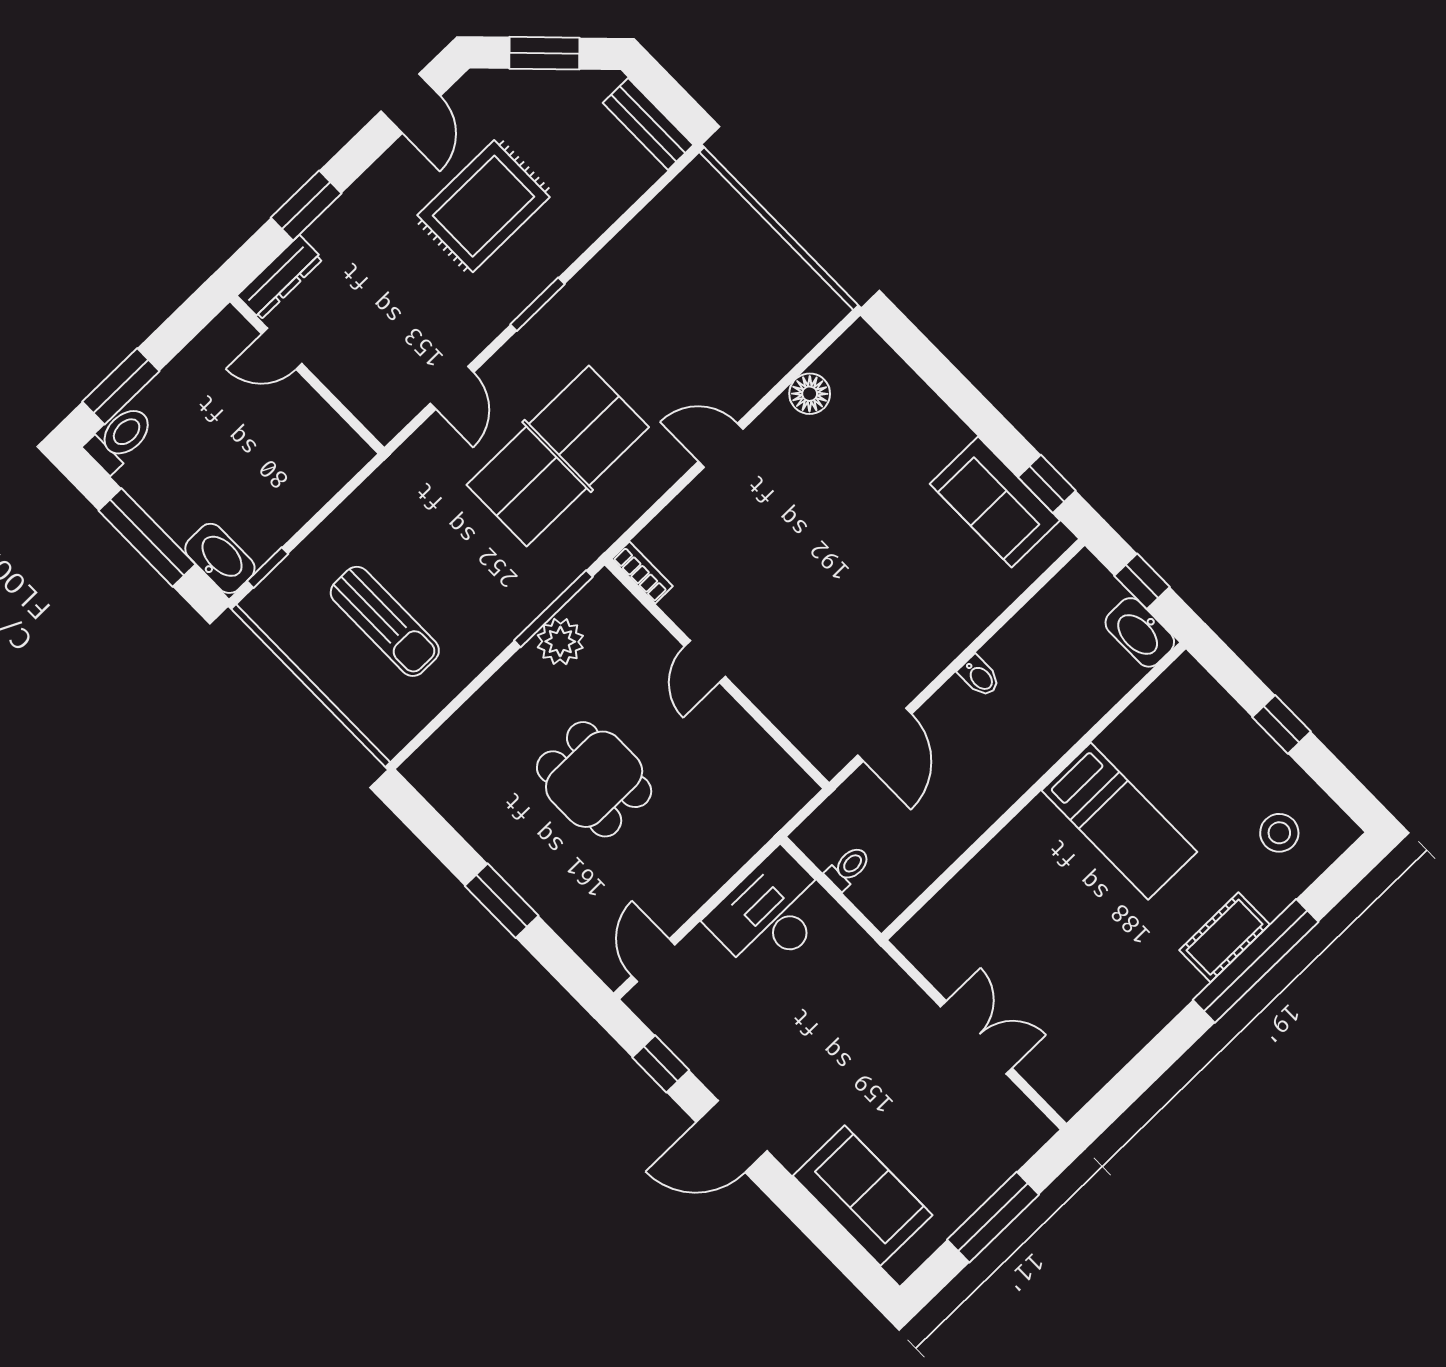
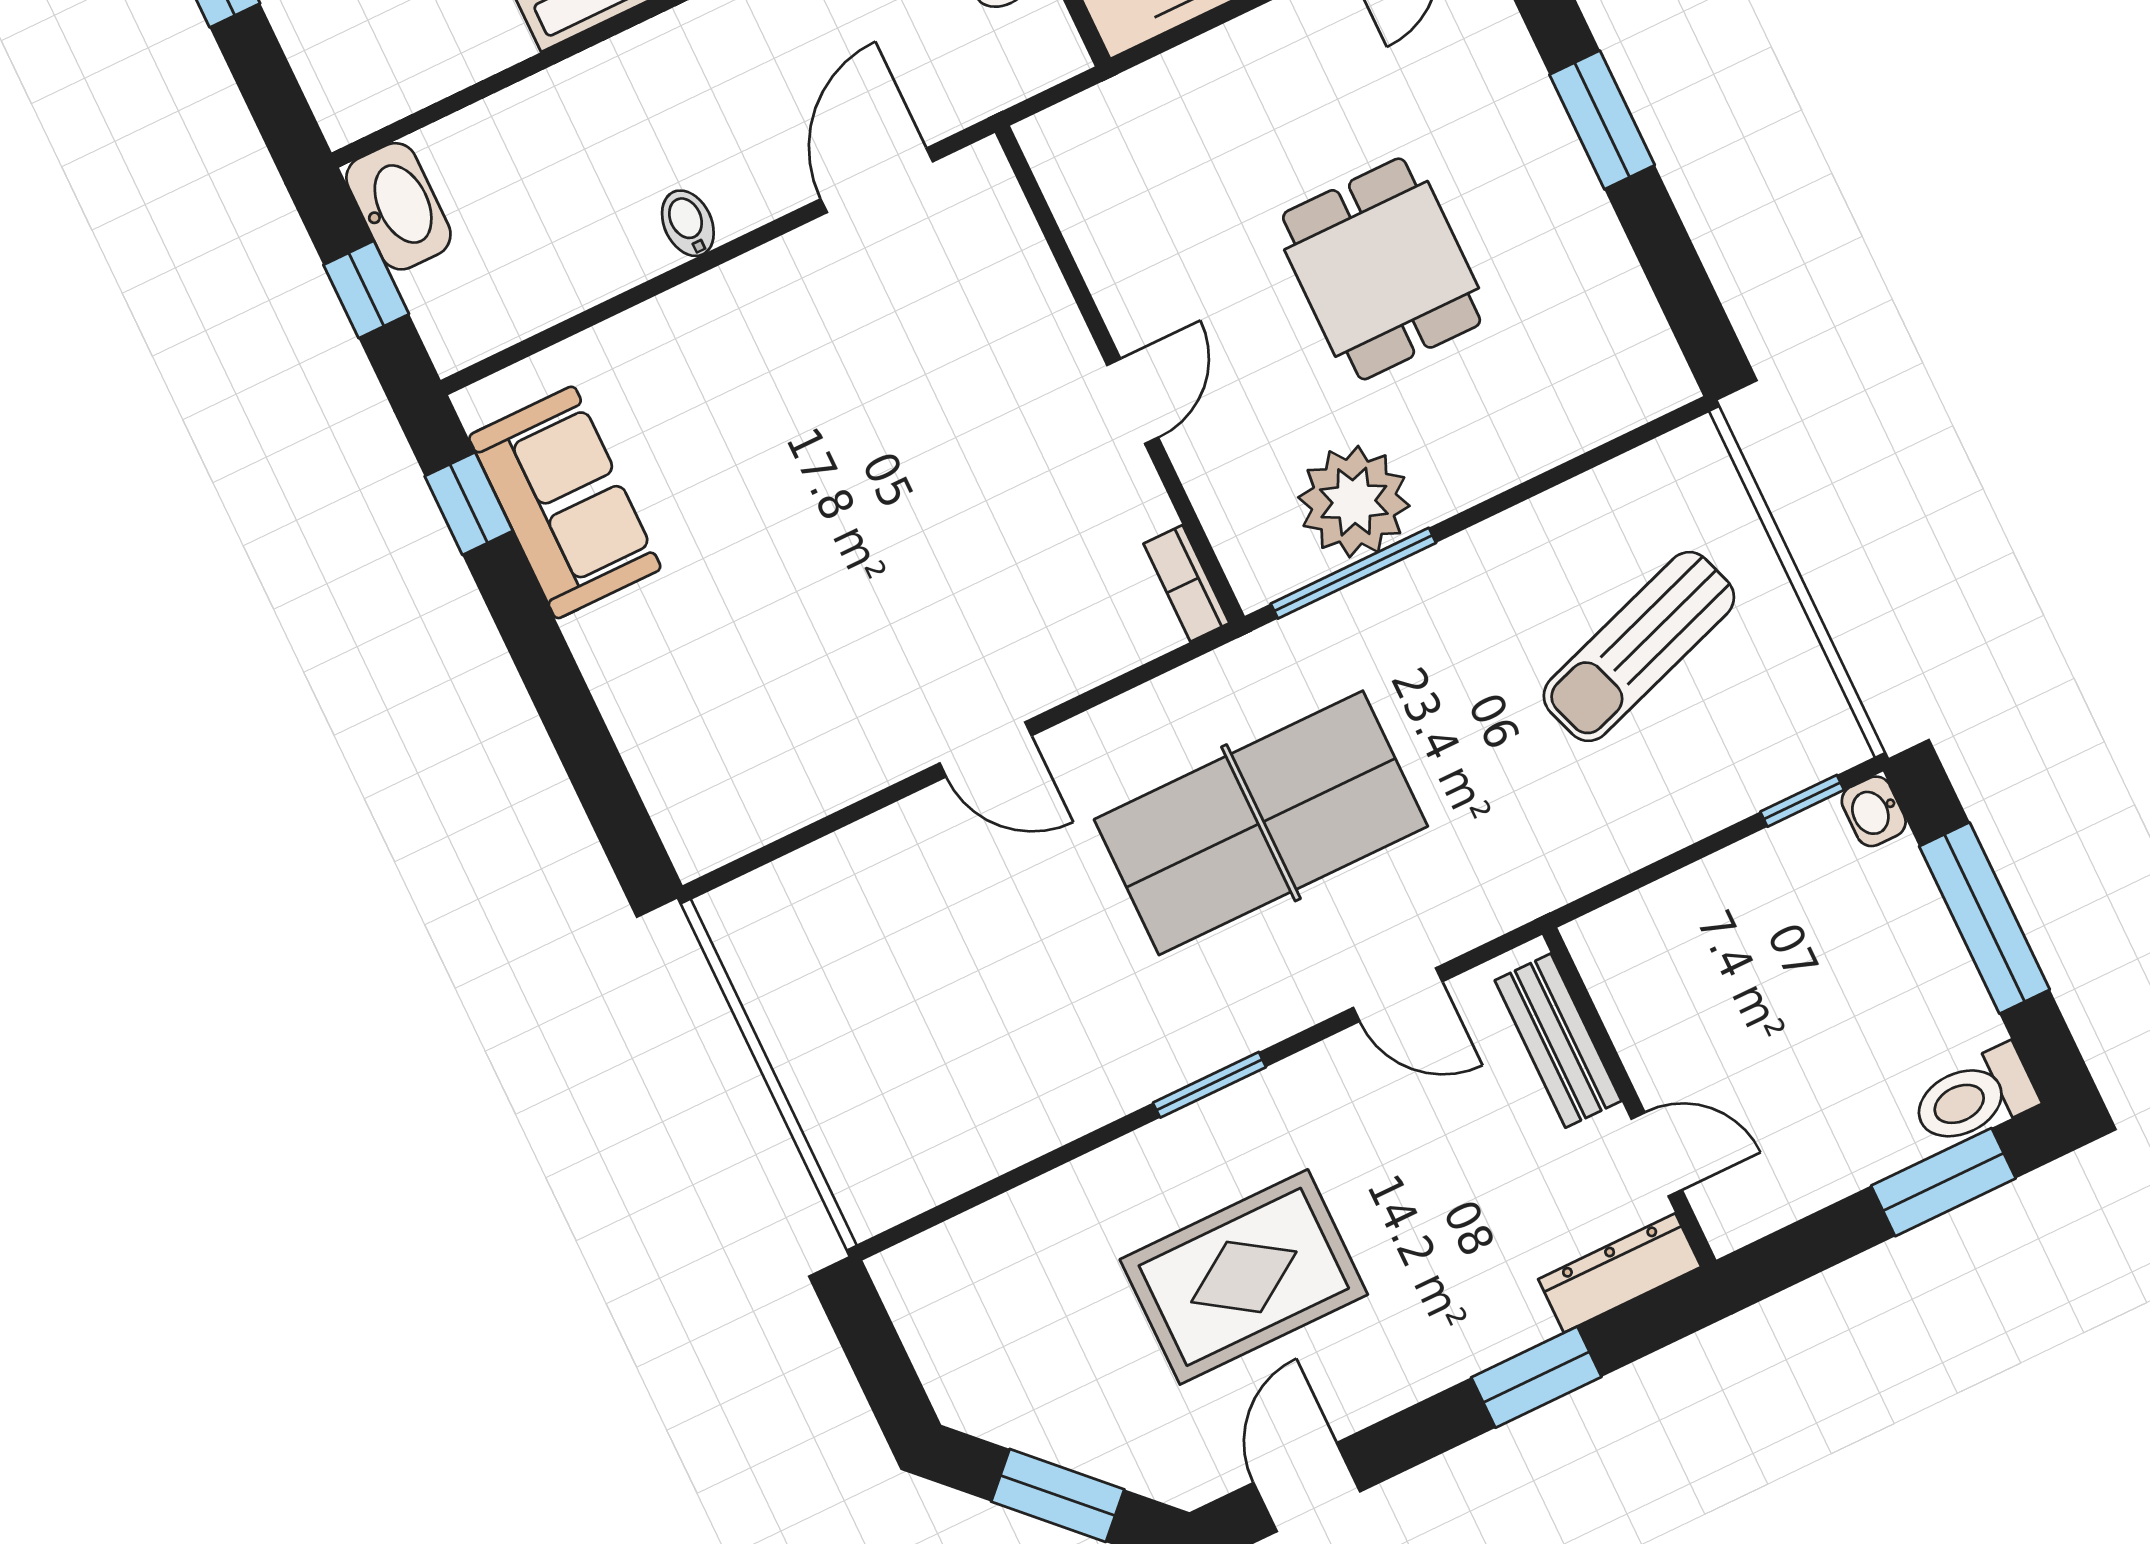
bench: (648, 124) -> (1558, 1041), moved
door: (452, 388) -> (1398, 995), swing flipped
floor lamp: (810, 394) -> (810, 785), removed
washbasin: (220, 558) -> (1874, 811), width x0.52, depth x0.69
sun lounger: (385, 621) -> (1639, 647), turned -109
plant: (560, 642) -> (1354, 502), width x1.36, depth x1.36

